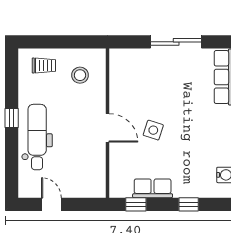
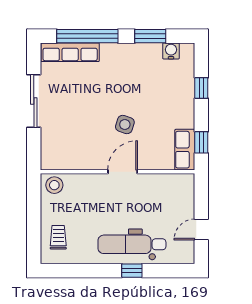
stool: (80, 75) -> (54, 185), moved
window: (12, 118) -> (132, 271), moved
row of seats: (153, 188) -> (185, 150), moved

